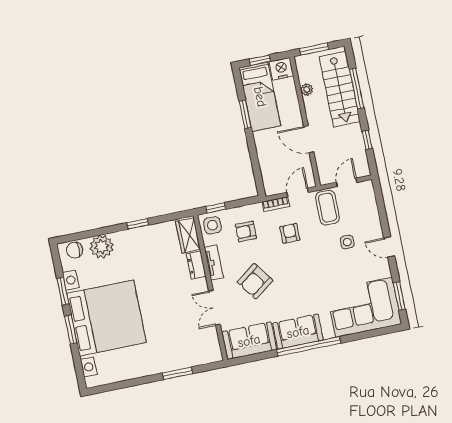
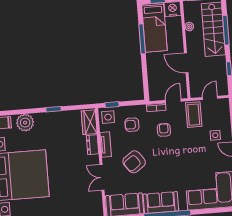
window: (245, 114) -> (142, 39), width x1.44
side table: (347, 242) -> (215, 135), moved

